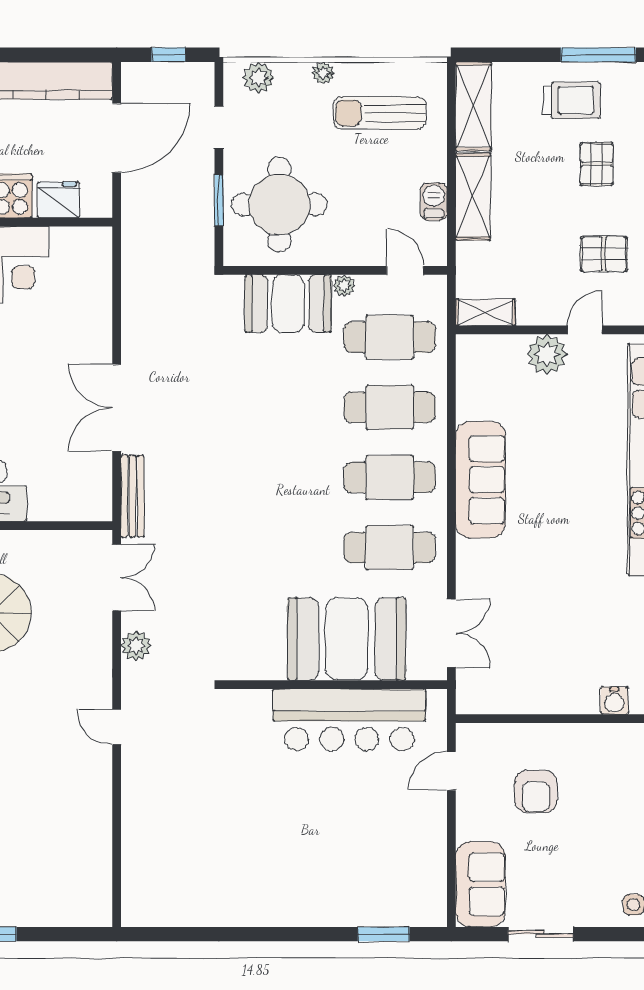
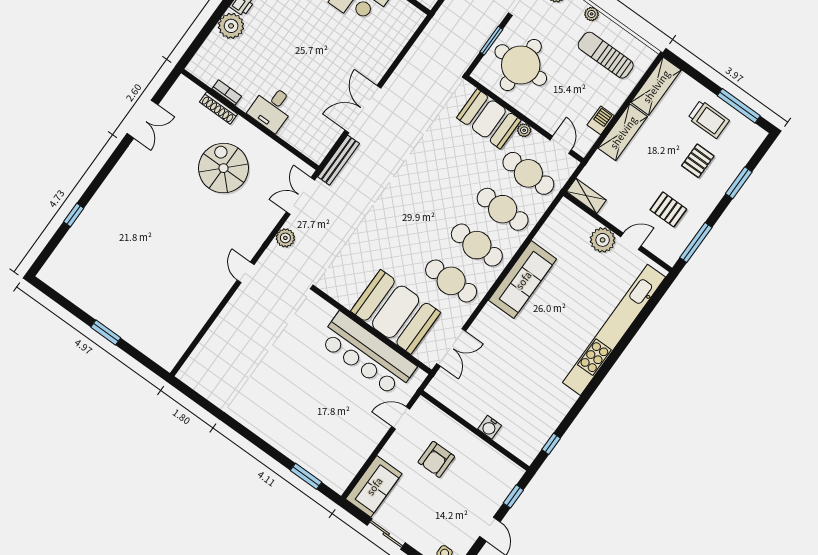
double door: (117, 578) -> (301, 196), swing flipped
water cooler: (614, 701) -> (490, 427), moved

